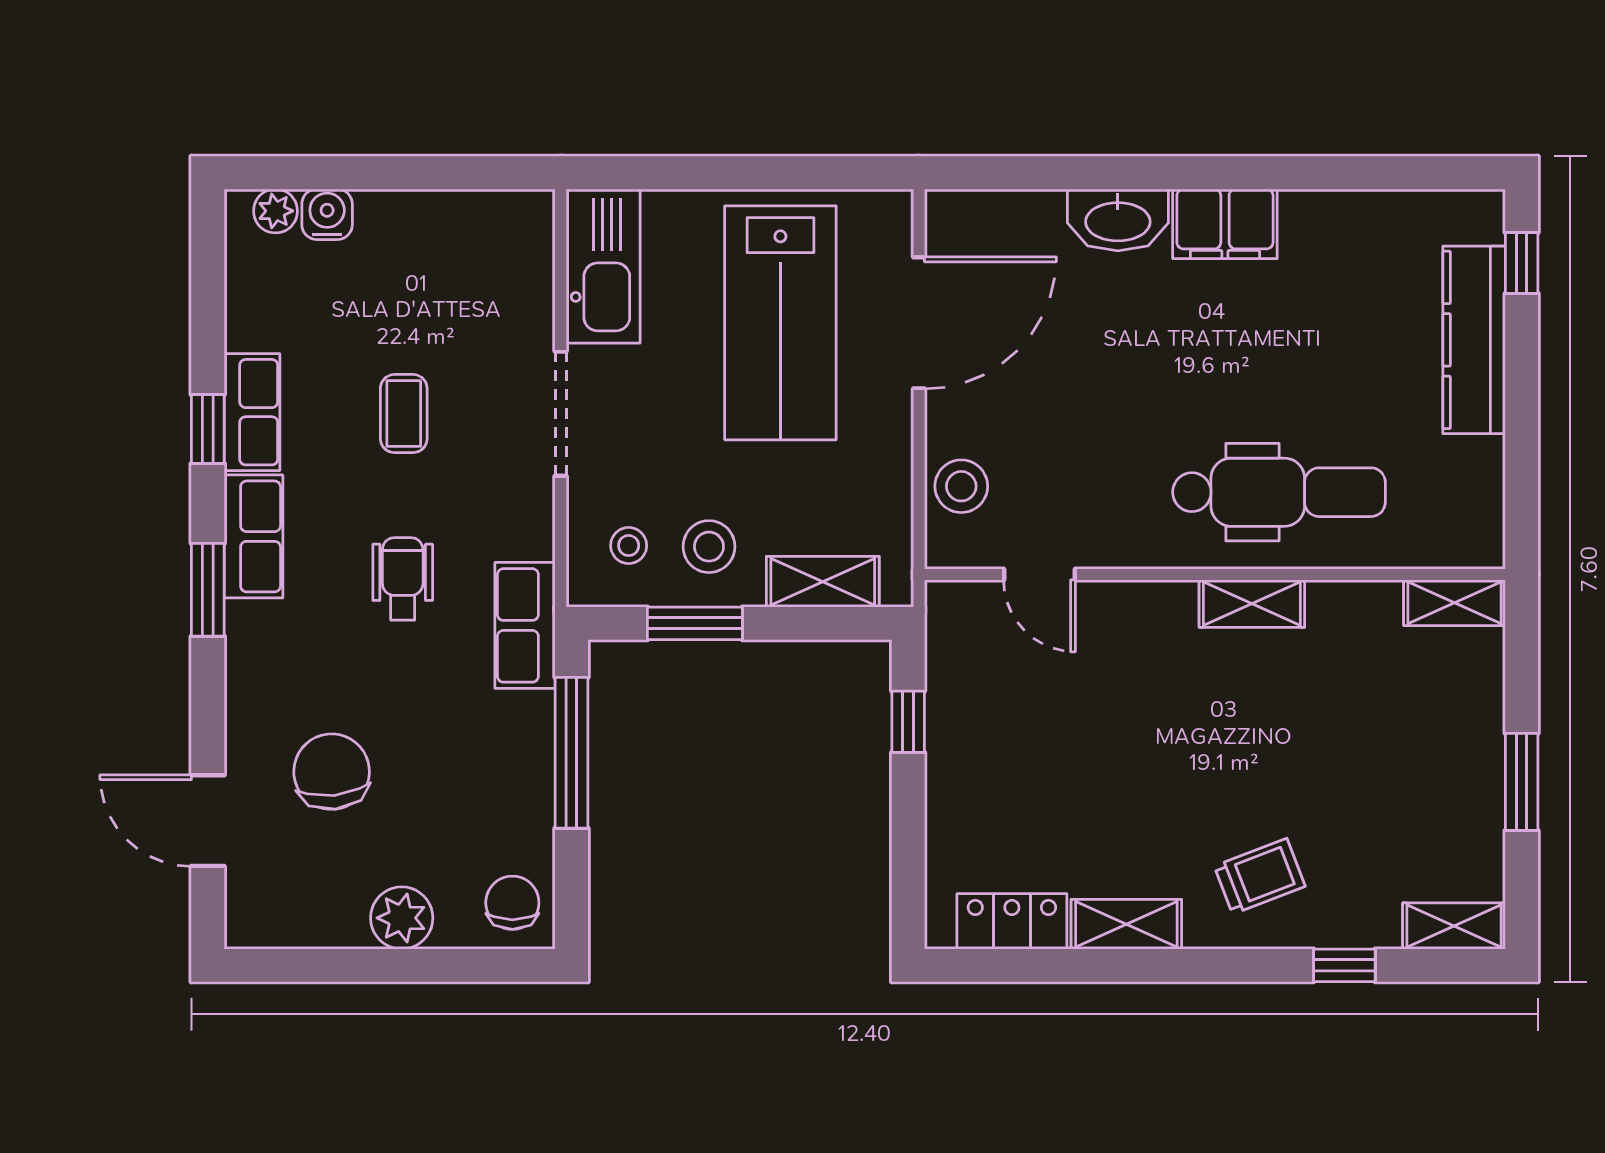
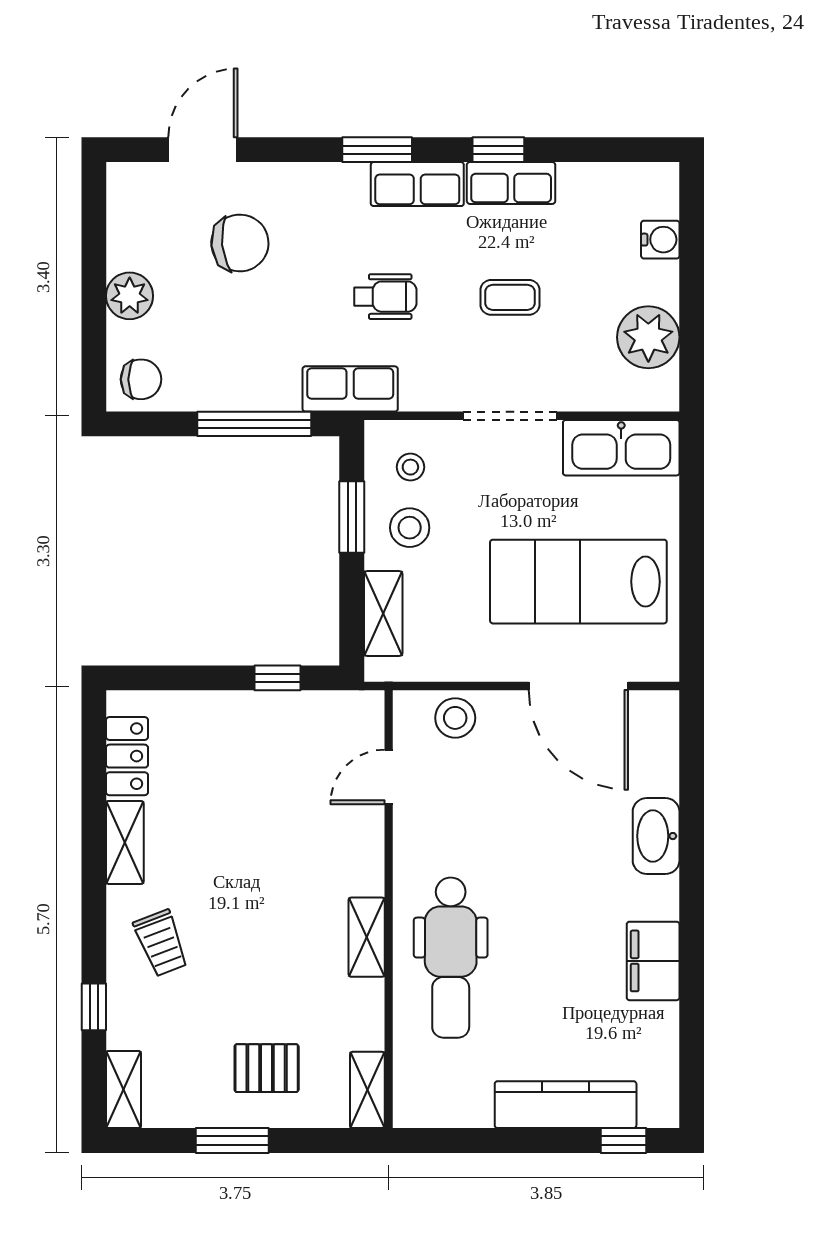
plant: (275, 211) -> (648, 337), moved, width x1.88, depth x1.88
filing cabinet: (1225, 224) -> (653, 961), moved
pallet: (1426, 736) -> (267, 1068), added

